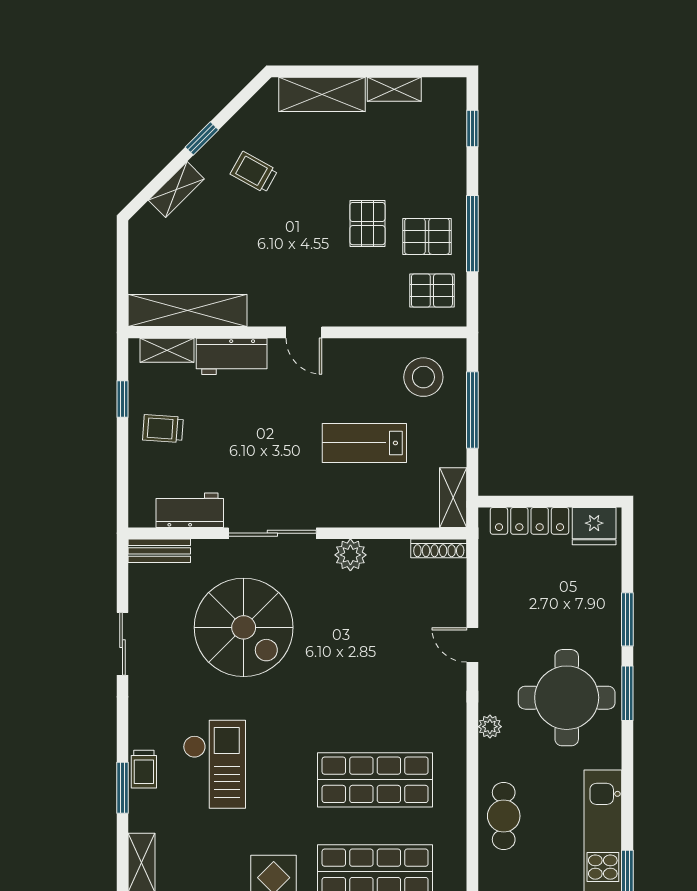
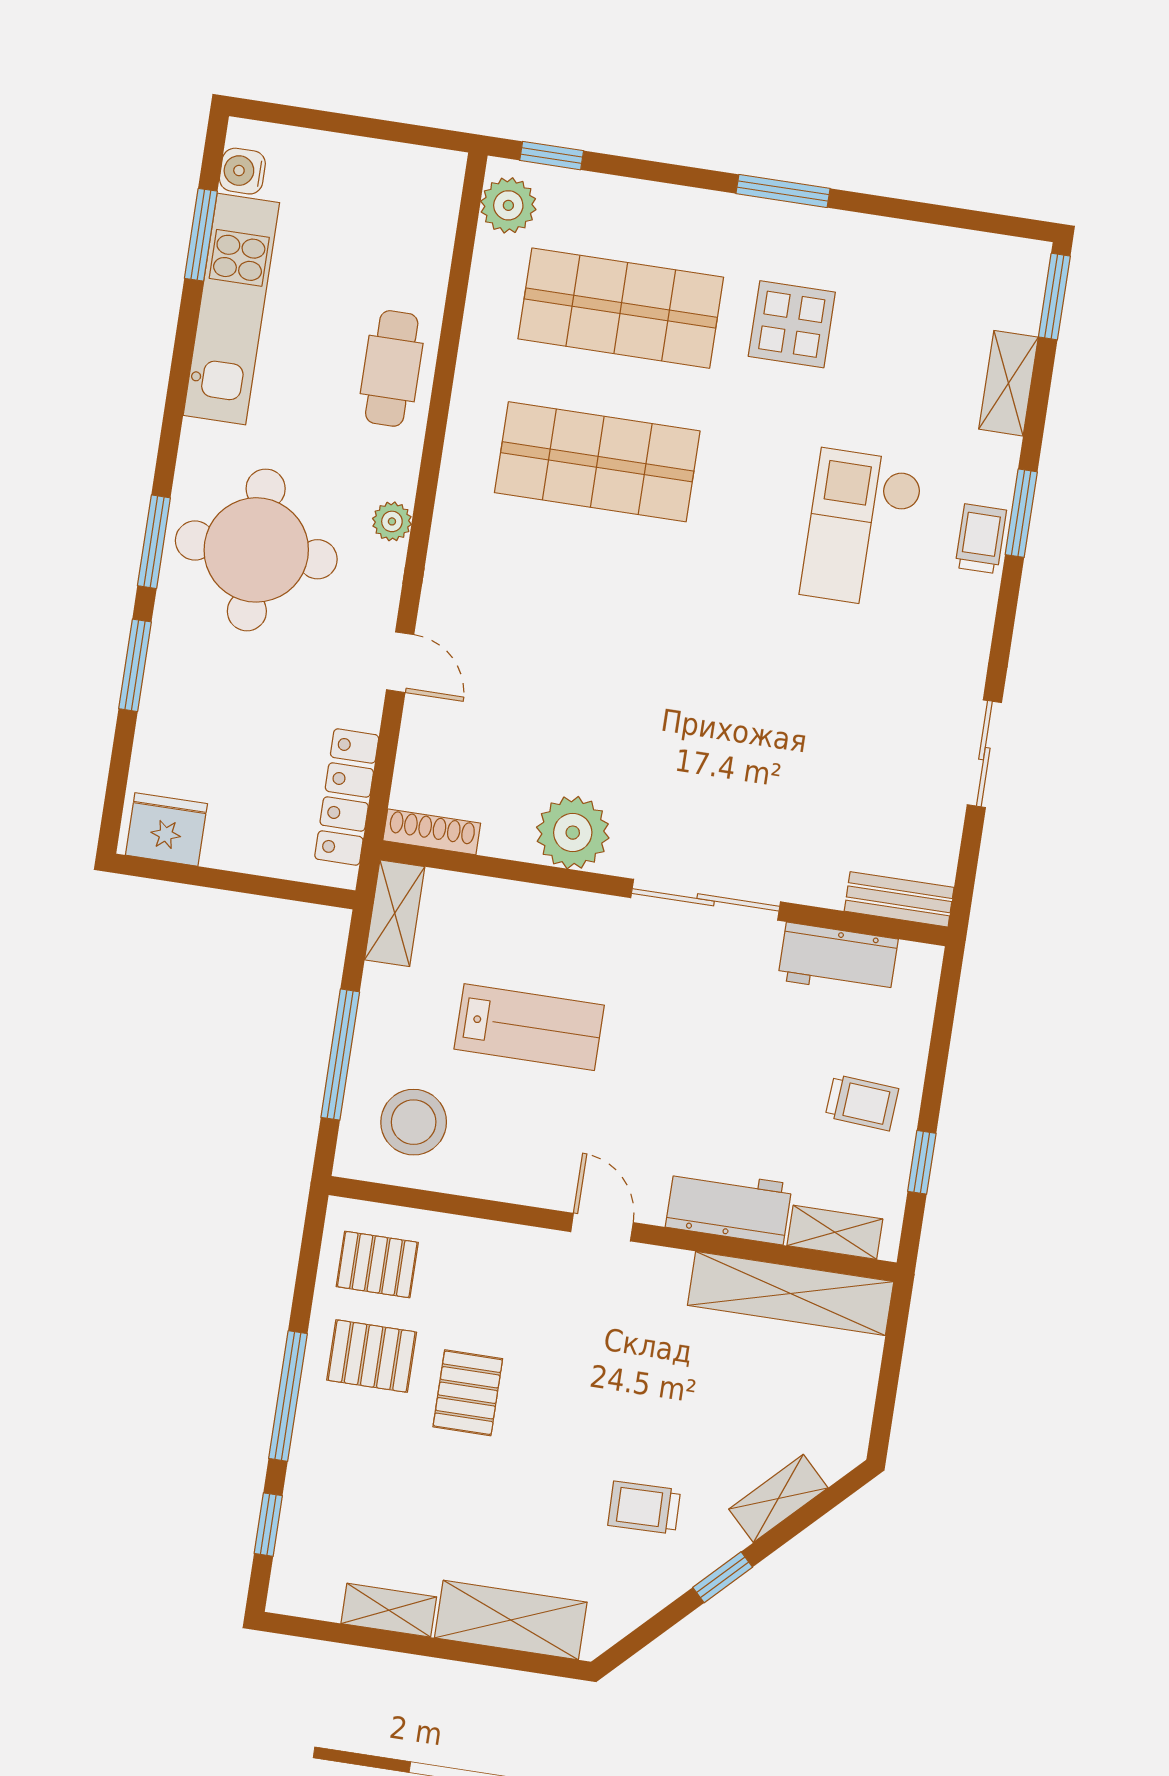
trolley: (254, 172) -> (644, 1508), turned 150
window: (472, 234) -> (288, 1396), moved
locker: (529, 521) -> (347, 797), moved, turned -90
plant: (350, 555) -> (573, 833), width x1.36, depth x1.36
spiral stairs: (244, 627) -> (778, 750), removed

